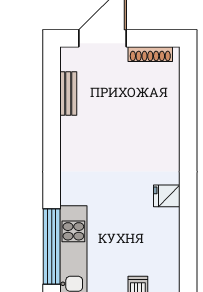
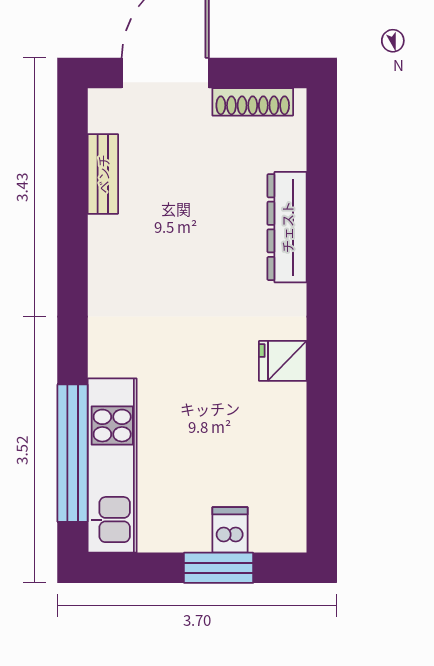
dresser: (169, 123) -> (287, 227), added

